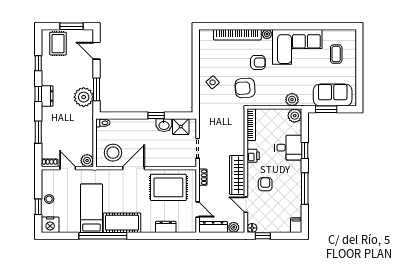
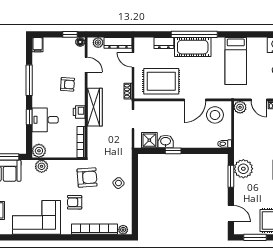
plant: (267, 34) -> (123, 230), moved
wardrobe: (237, 175) -> (95, 107), moved
armchair: (265, 184) -> (68, 84), turned -86
cot: (122, 223) -> (193, 47), moved
window: (103, 236) -> (194, 34), moved

